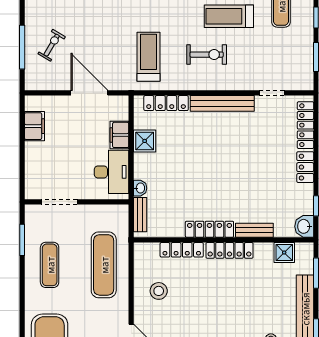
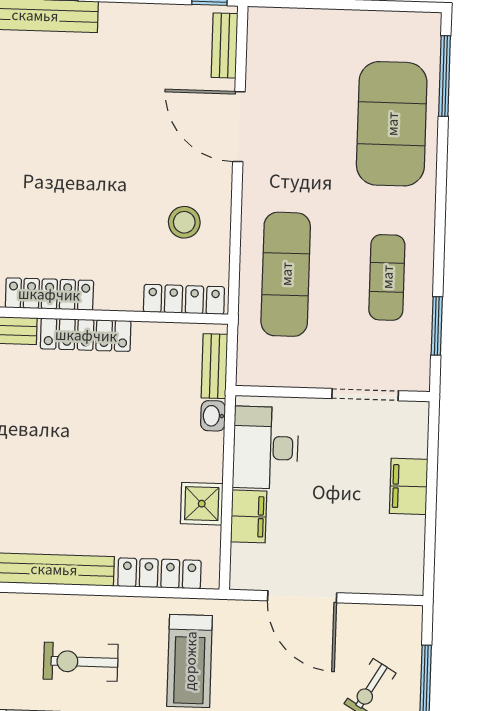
filing cabinet: (34, 126) -> (409, 486), moved
locker: (182, 250) -> (184, 299), moved

